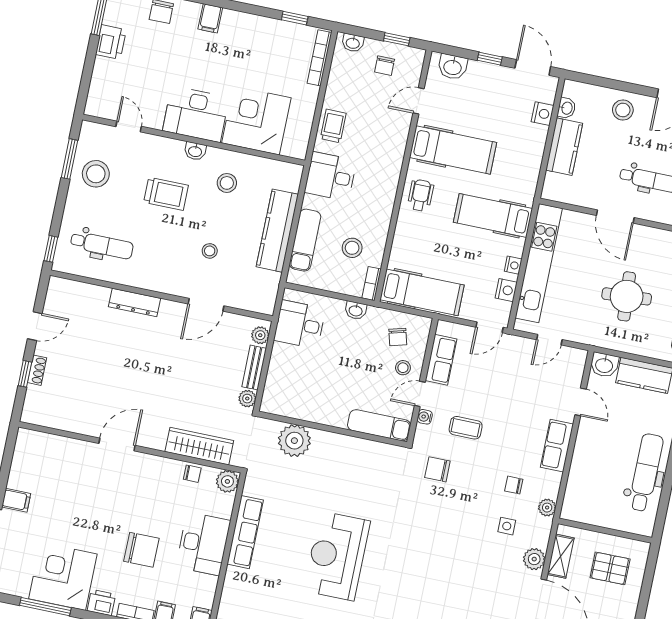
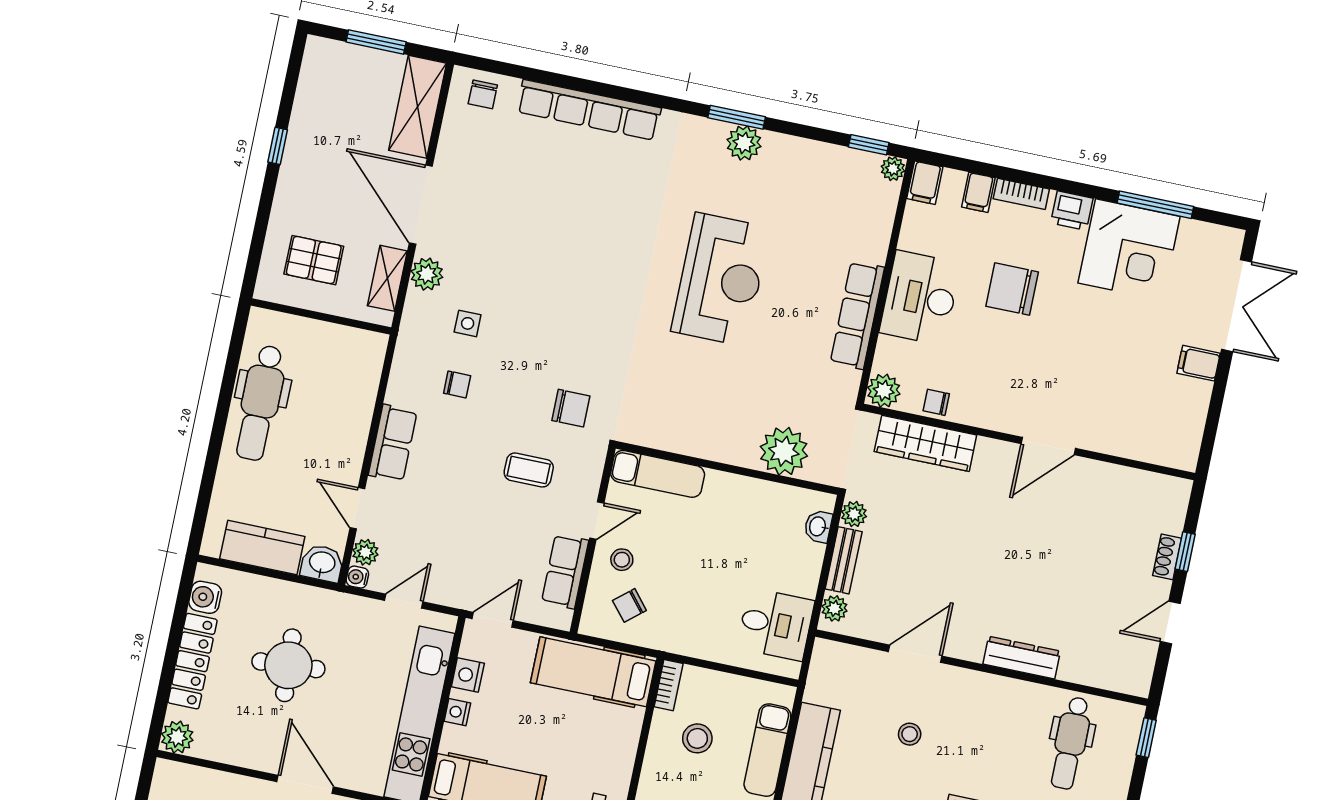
dental chair: (102, 245) -> (1070, 743), turned -90
washbasin: (356, 310) -> (818, 526), moved, turned -90
chair: (398, 337) -> (629, 605), turned -115
water cooler: (425, 417) -> (357, 577), moved, turned 180
plant: (547, 508) -> (365, 552), moved

